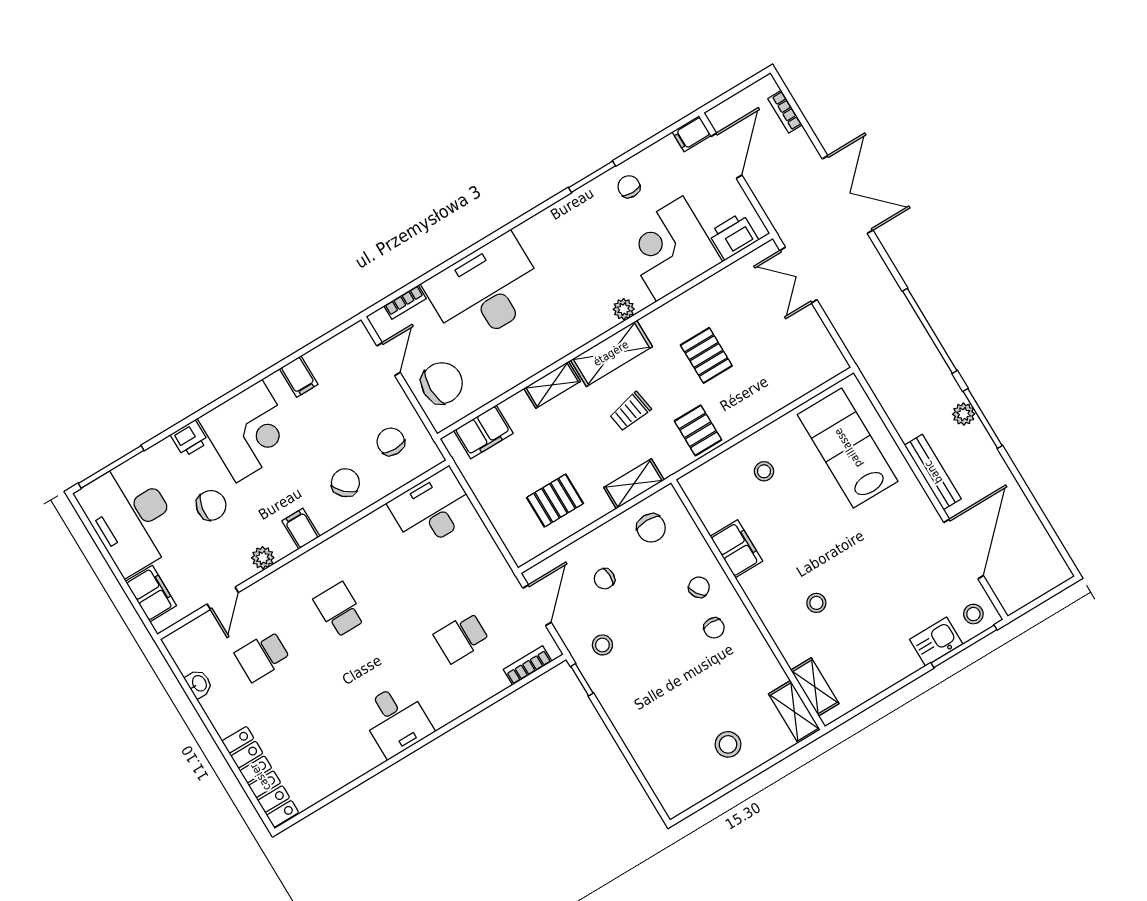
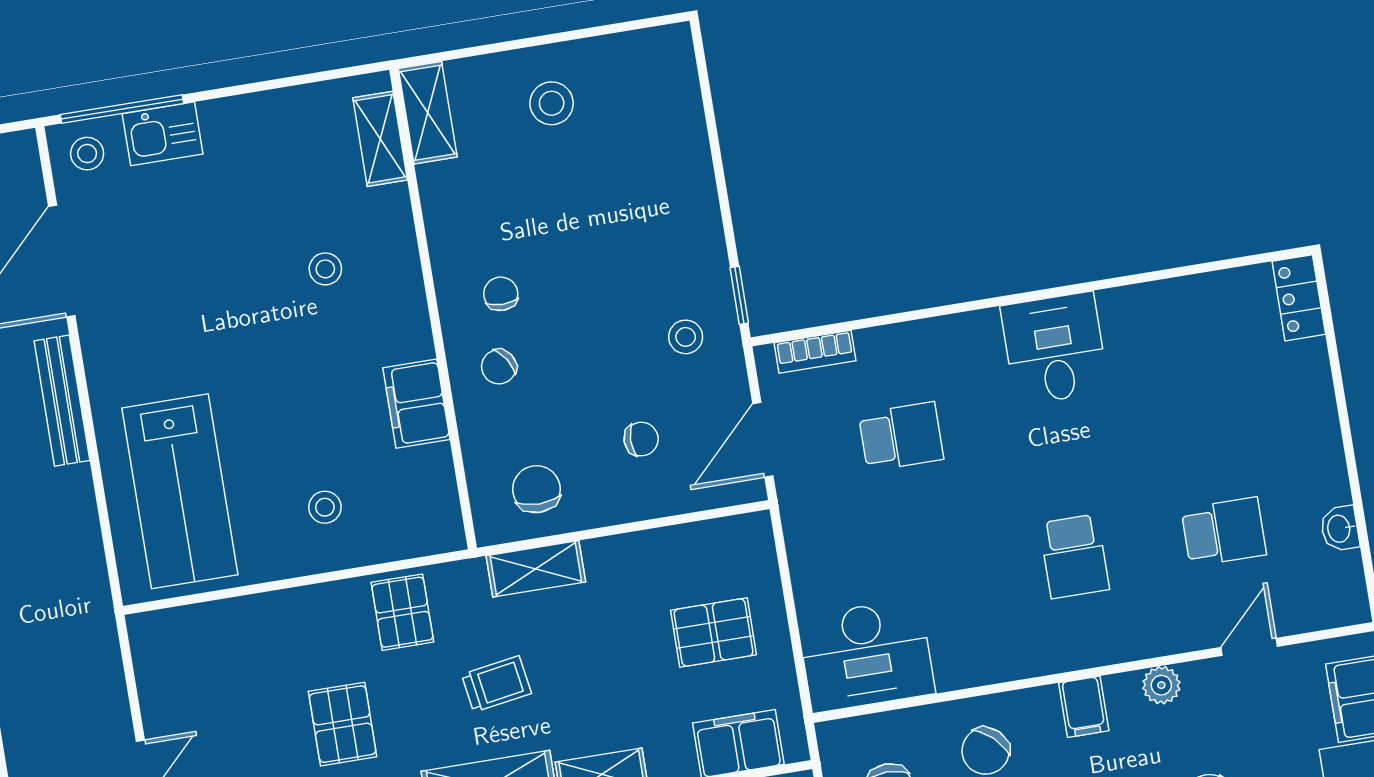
pallet: (555, 501) -> (714, 633), moved
locker: (260, 777) -> (1299, 298), width x0.46, depth x0.83

